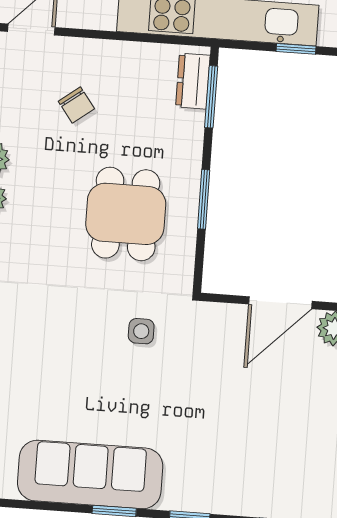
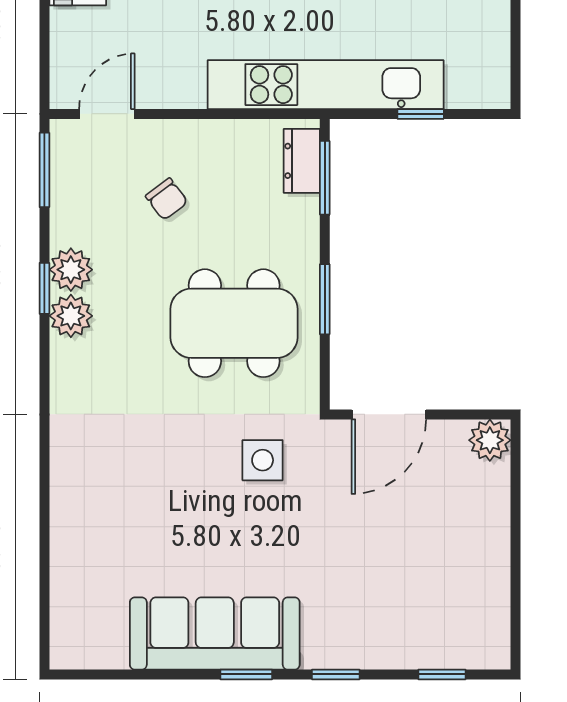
dining table: (126, 214) -> (234, 323), width x1.38
door: (280, 303) -> (389, 414), moved
side table: (141, 331) -> (263, 460), width x1.37, depth x1.37

